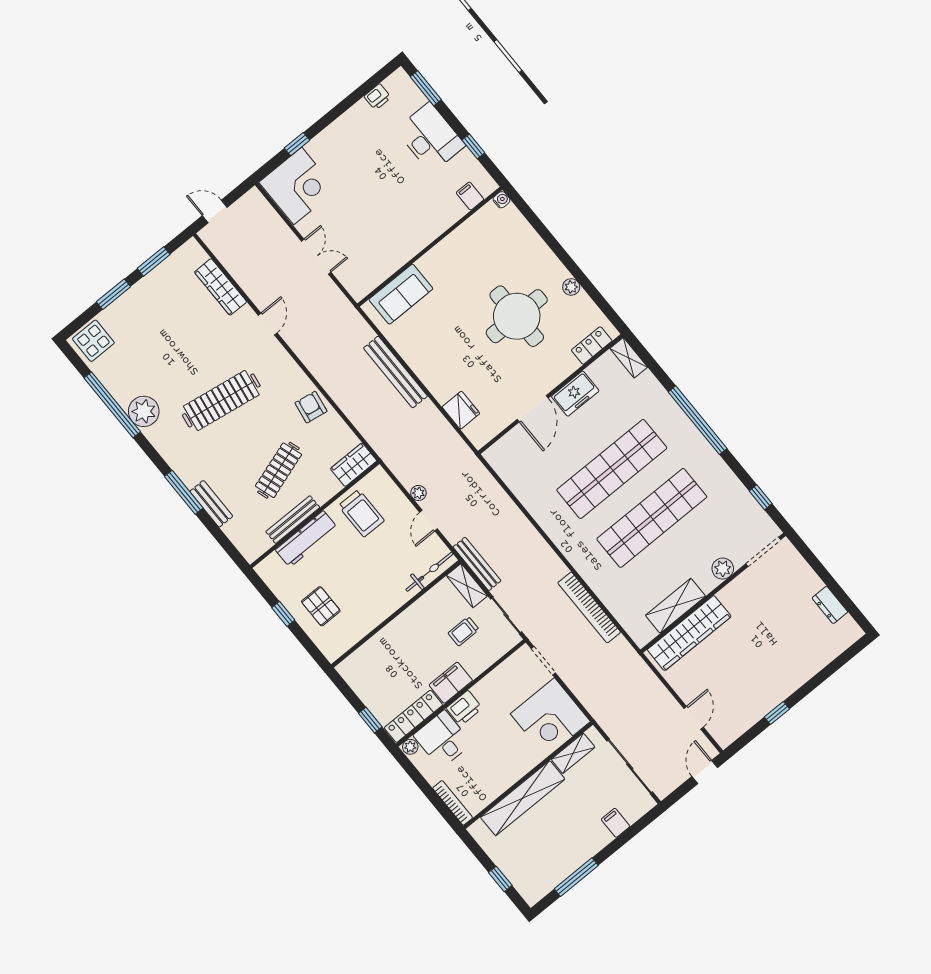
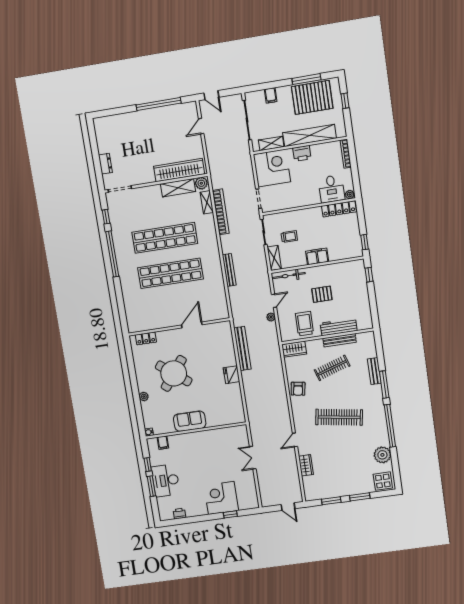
window: (426, 88) -> (151, 486), moved
corner desk: (298, 186) -> (221, 498), moved
wardrobe: (221, 287) -> (306, 465), width x0.67
plant: (571, 287) -> (144, 397), moved
sofa: (401, 294) -> (190, 421), moved
round table: (517, 316) -> (174, 373), turned 38
shelving: (629, 358) -> (207, 202), moved
bench: (395, 372) -> (242, 349), moved
freezer: (575, 394) -> (167, 320), removed
window: (112, 405) -> (390, 426), moved
fridge: (461, 410) -> (232, 375), moved
plant: (144, 411) -> (382, 455), moved
window: (698, 420) -> (112, 254), moved
bench: (477, 564) -> (229, 270), moved
plant: (723, 569) -> (201, 183), moved
dresser: (830, 605) -> (105, 164), moved
pallet: (321, 606) -> (322, 294), moved, turned 90
window: (283, 614) -> (369, 275), moved
filing cabinet: (451, 683) -> (317, 256), moved, turned 180
printer: (464, 708) -> (302, 153), moved, turned 180
window: (777, 713) -> (159, 104), width x3.17
window: (370, 720) -> (364, 242), moved
door: (705, 772) -> (211, 95), hinge flipped
pallet: (552, 856) -> (312, 97), added

